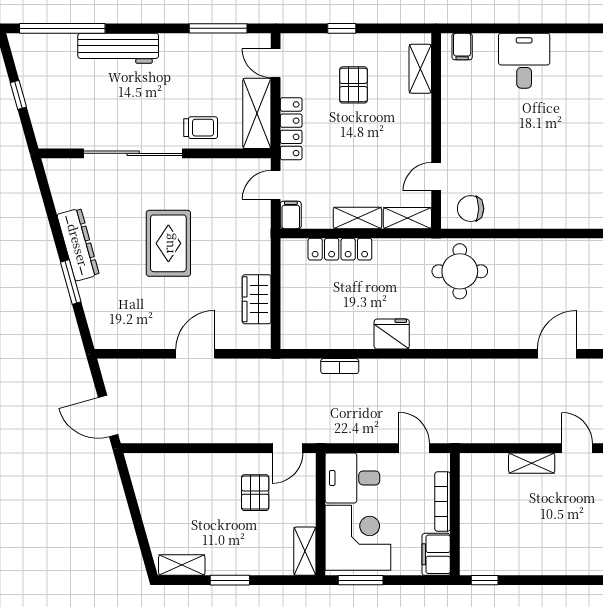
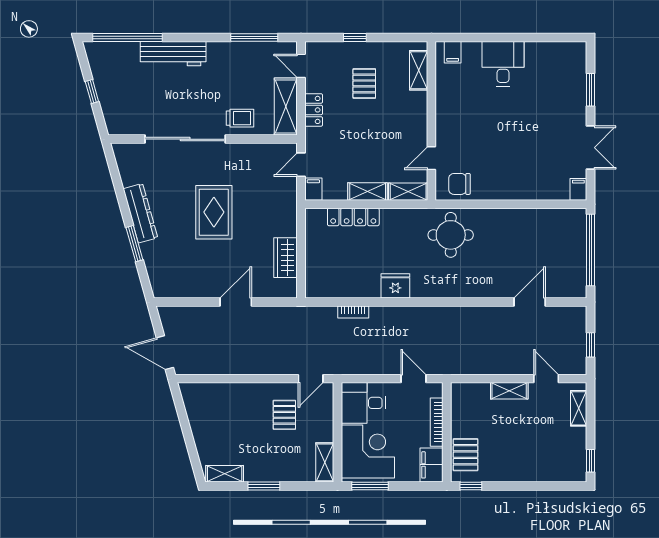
locker: (291, 129) -> (314, 110), width x0.66
pallet: (478, 542) -> (466, 455), added

